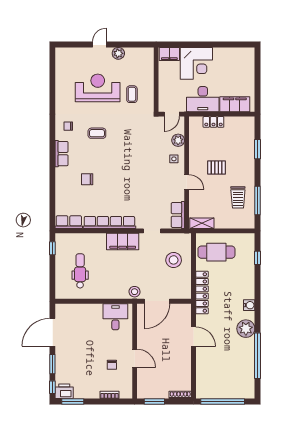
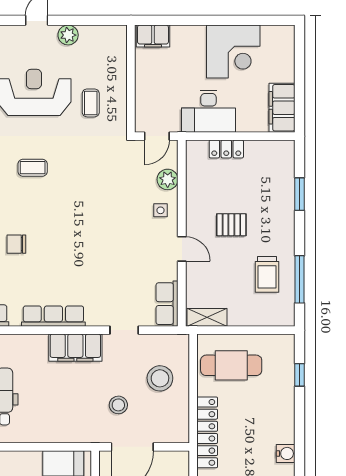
corner desk: (196, 63) -> (233, 52), moved
filing cabinet: (235, 104) -> (282, 108), moved, turned -90
row of seats: (109, 223) -> (53, 316), width x0.73
stool: (135, 292) -> (118, 405), moved

